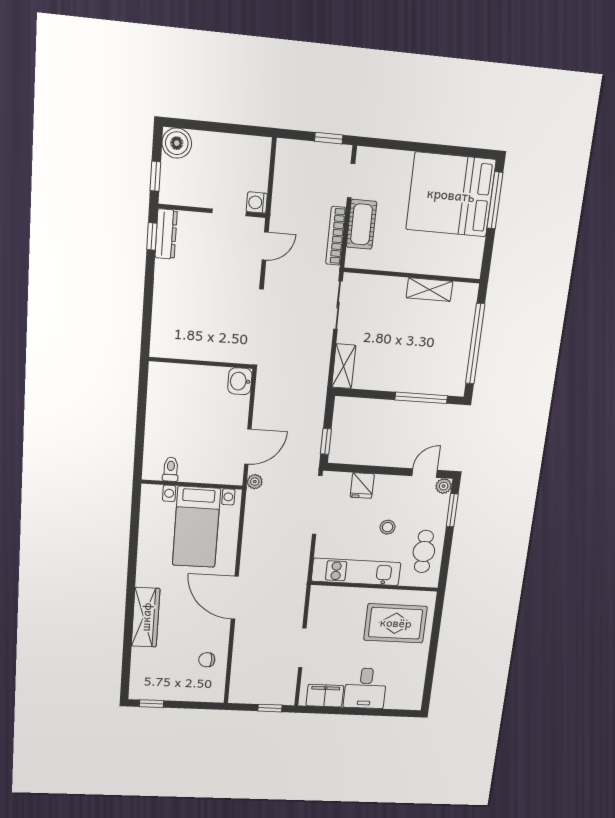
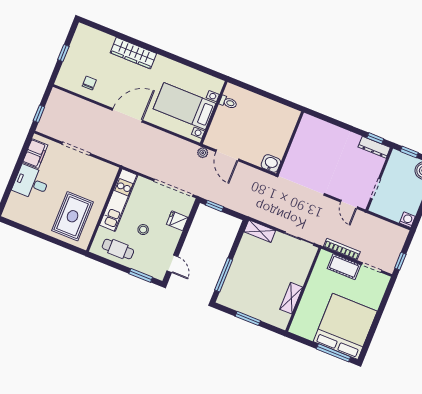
washing machine: (257, 202) -> (407, 220), moved
window: (475, 344) -> (248, 318), width x0.47
plant: (444, 486) -> (159, 274), removed
window: (152, 704) -> (63, 53), moved

